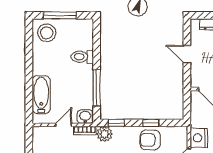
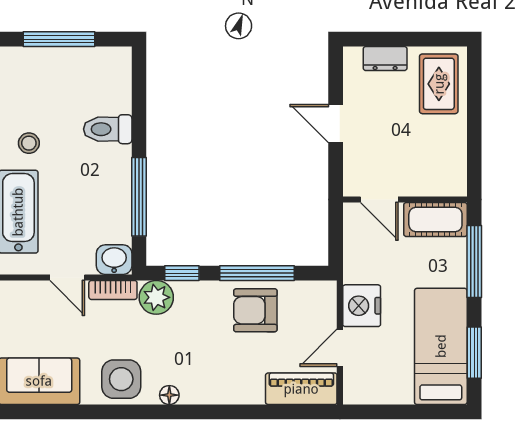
stool: (47, 33) -> (29, 143), moved, width x0.53, depth x0.53
window: (151, 123) -> (257, 273), width x2.17
door: (64, 125) -> (67, 277), swing flipped

